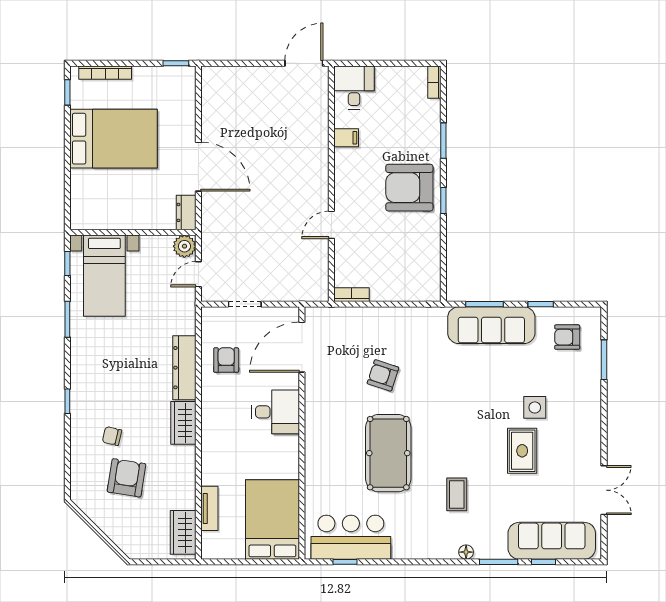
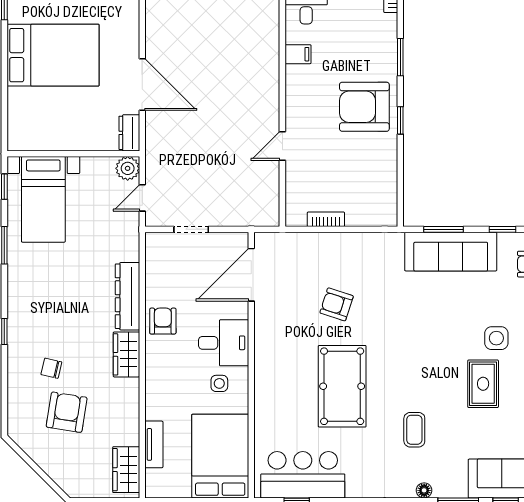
bookcase: (352, 295) -> (326, 219), moved
armchair: (226, 360) -> (163, 321), moved
side table: (272, 450) -> (219, 383), added

